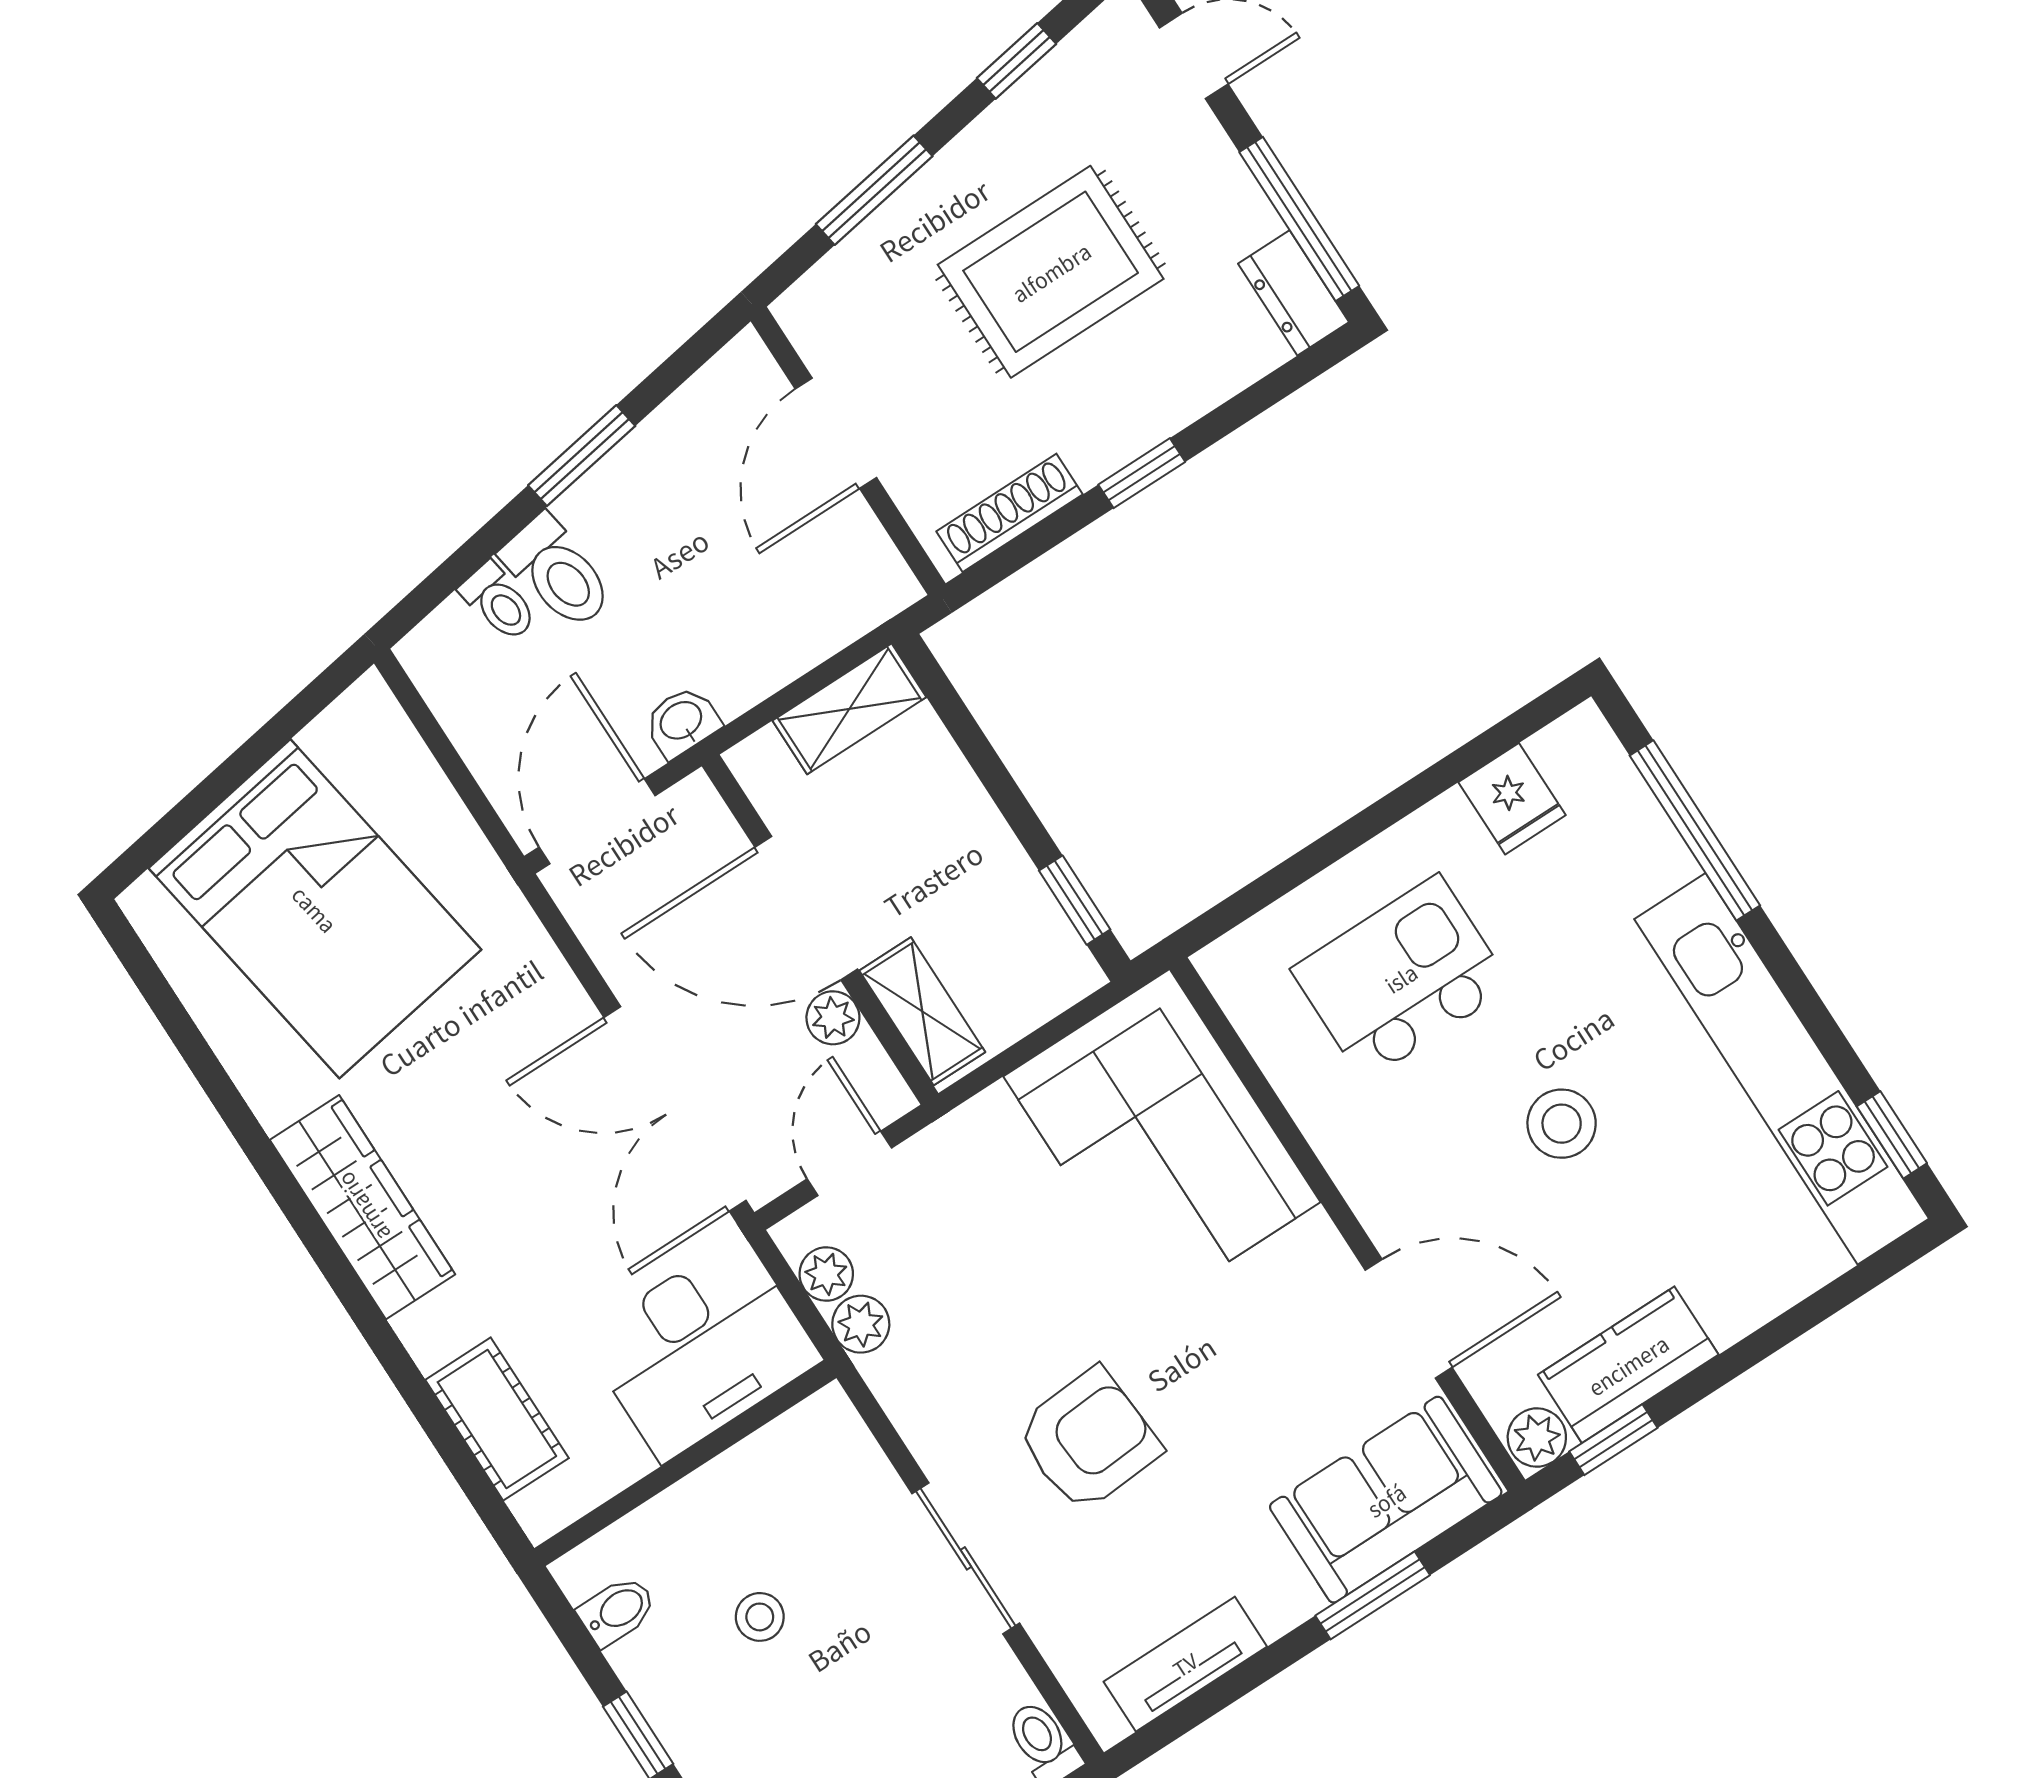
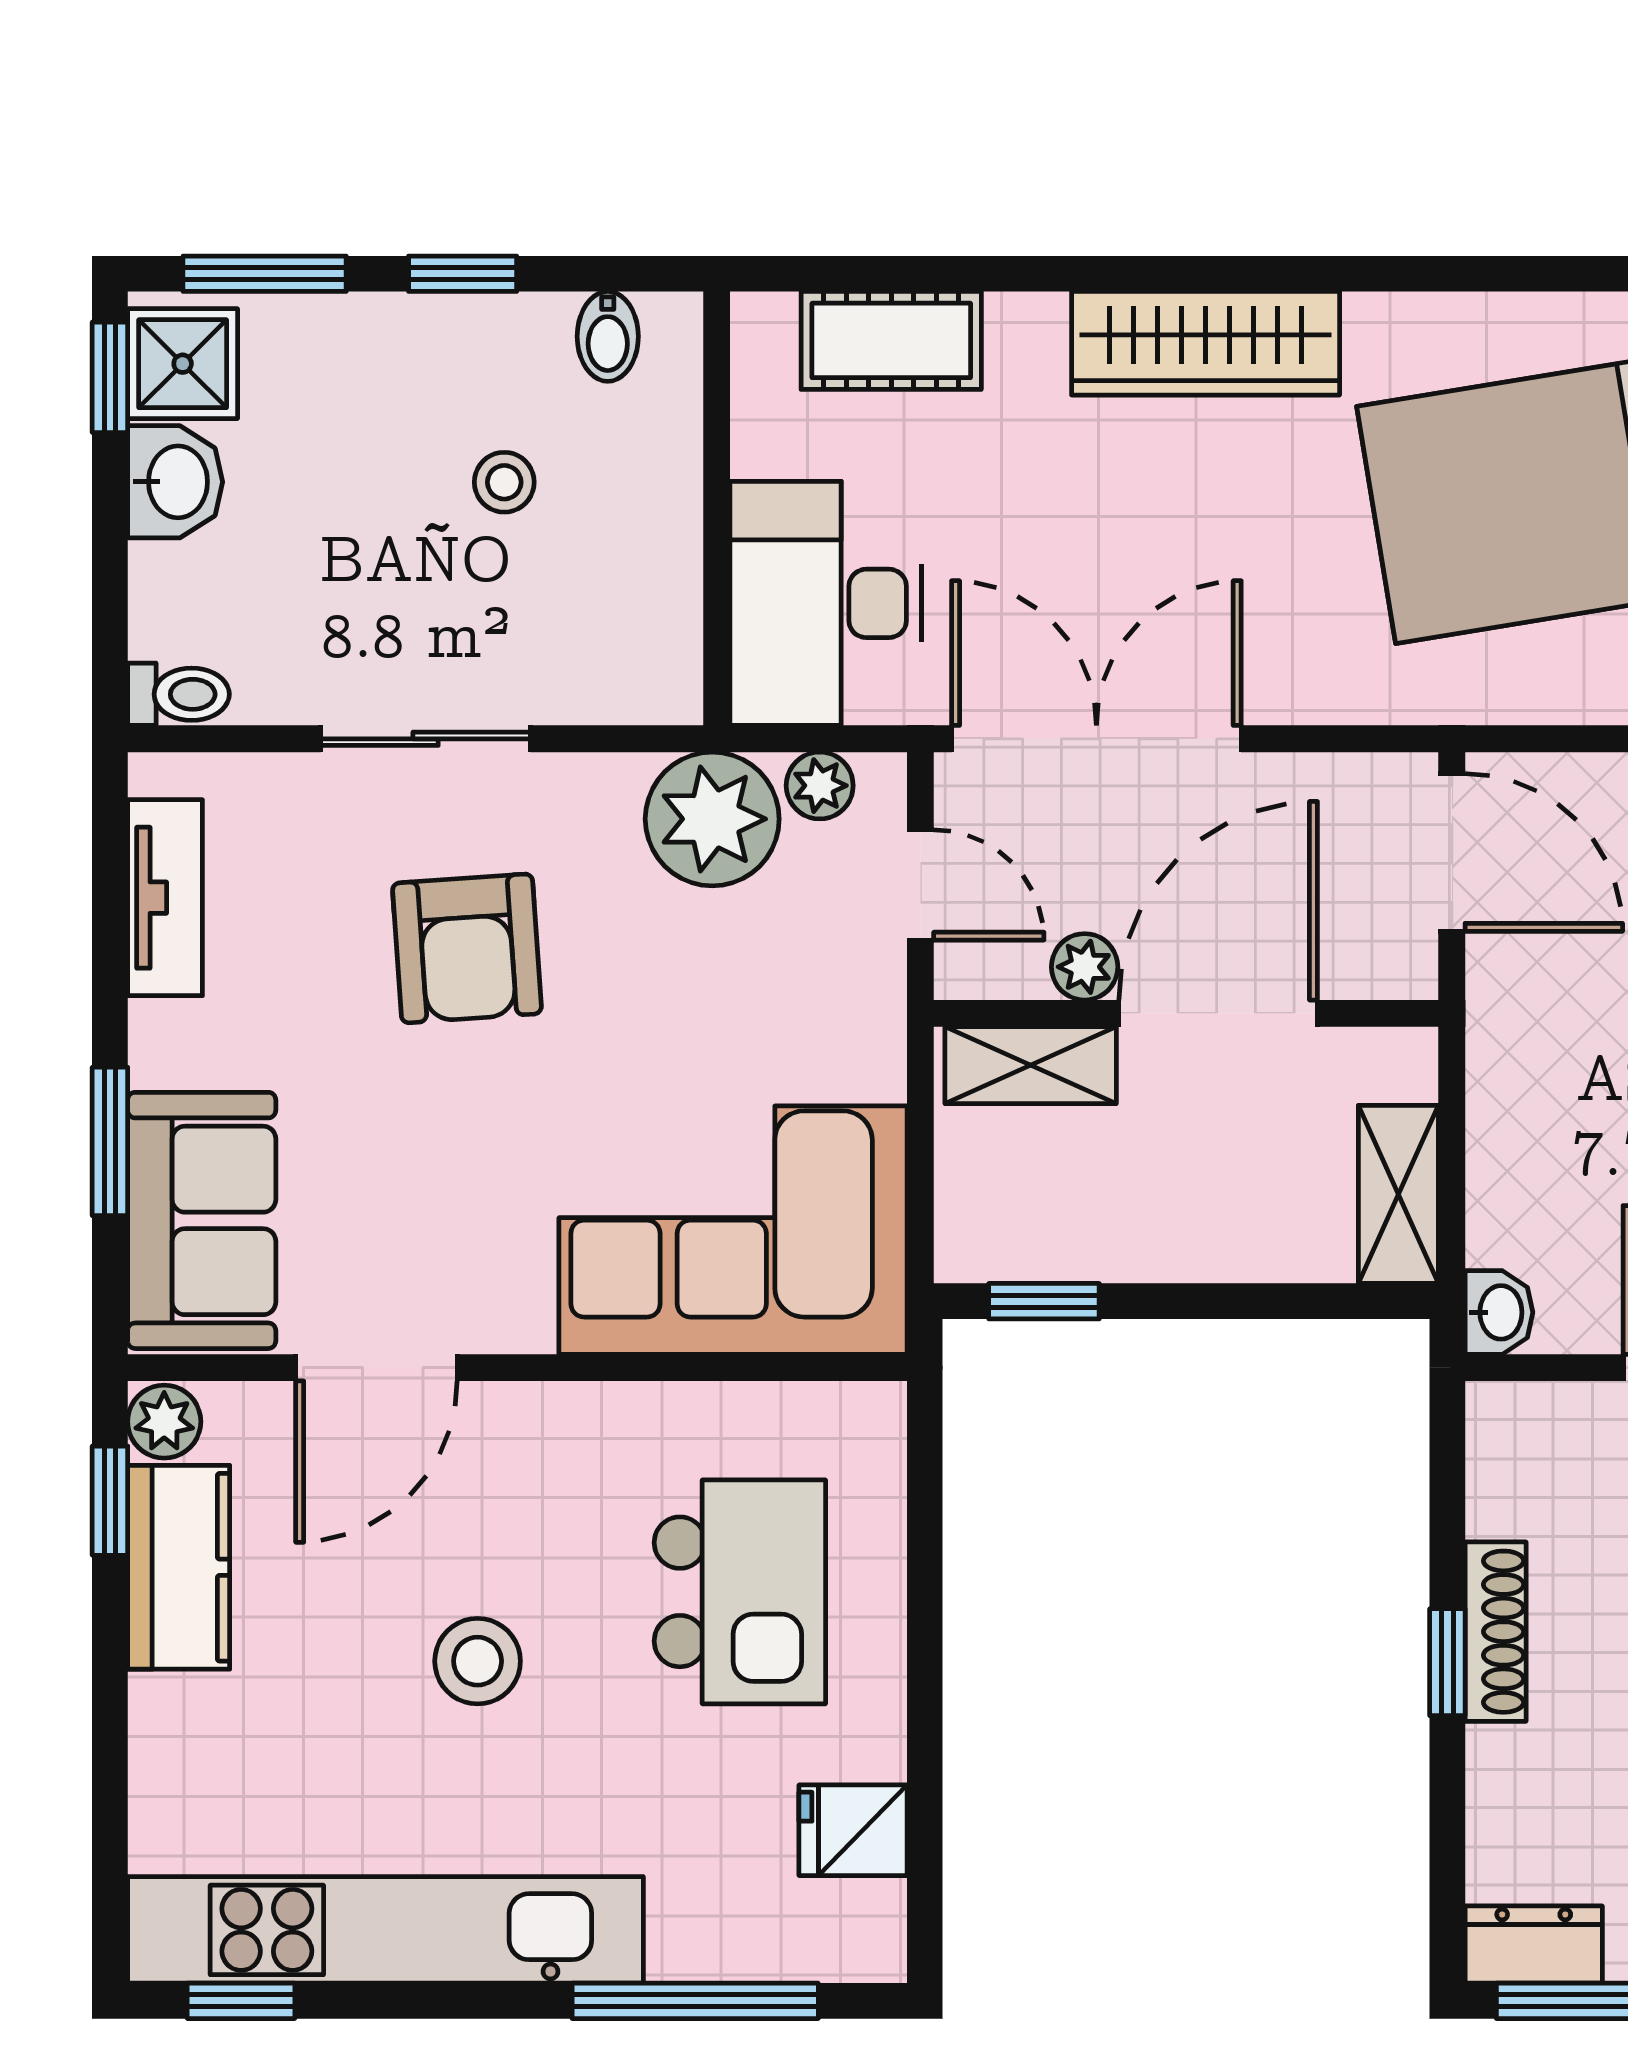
shoe rack: (1009, 513) -> (1496, 1632), moved
washbasin: (682, 722) -> (1499, 1312), moved
plant: (861, 1324) -> (712, 819), width x1.88, depth x1.88

